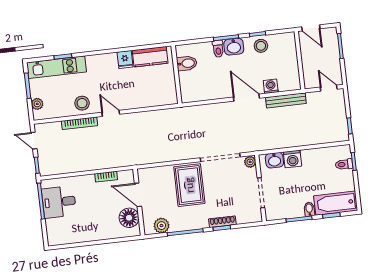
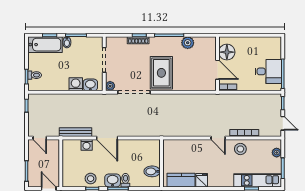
door: (138, 195) -> (217, 70), moved
wall: (139, 202) -> (217, 64), moved
floor lamp: (129, 218) -> (227, 52), moved

